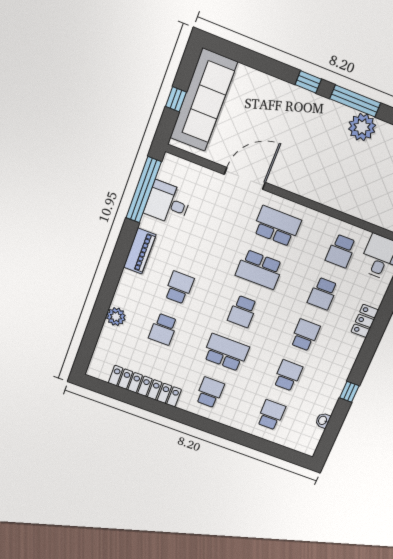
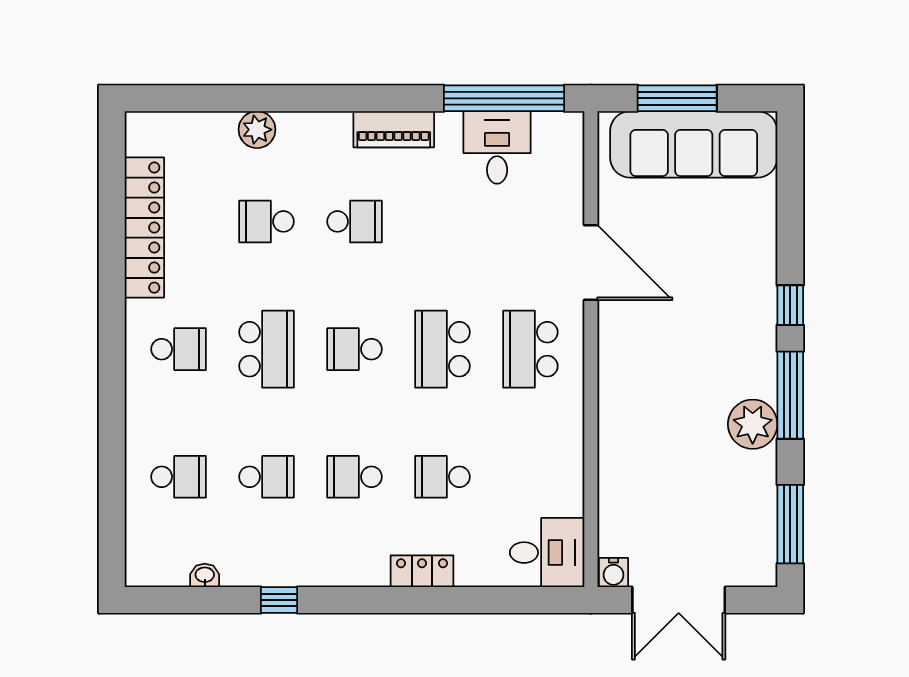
window: (176, 99) -> (677, 98), width x2.17
school desk: (277, 226) -> (530, 349), turned 180
school desk: (341, 251) -> (530, 477), removed
school desk: (305, 335) -> (354, 477), turned 180

